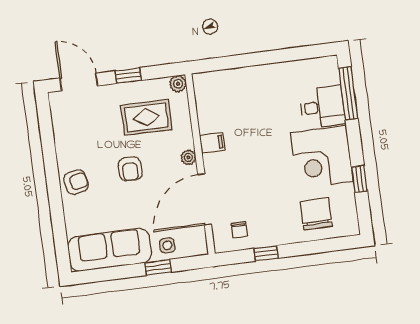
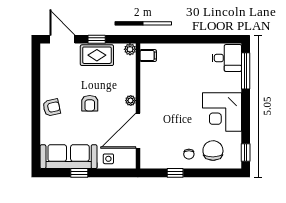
desk: (323, 107) -> (227, 58), moved
rug: (146, 117) -> (97, 55), moved
filing cabinet: (212, 143) -> (148, 56), moved
window: (359, 179) -> (246, 153), moved
chair: (239, 230) -> (189, 154), moved
window: (158, 267) -> (79, 173), moved

